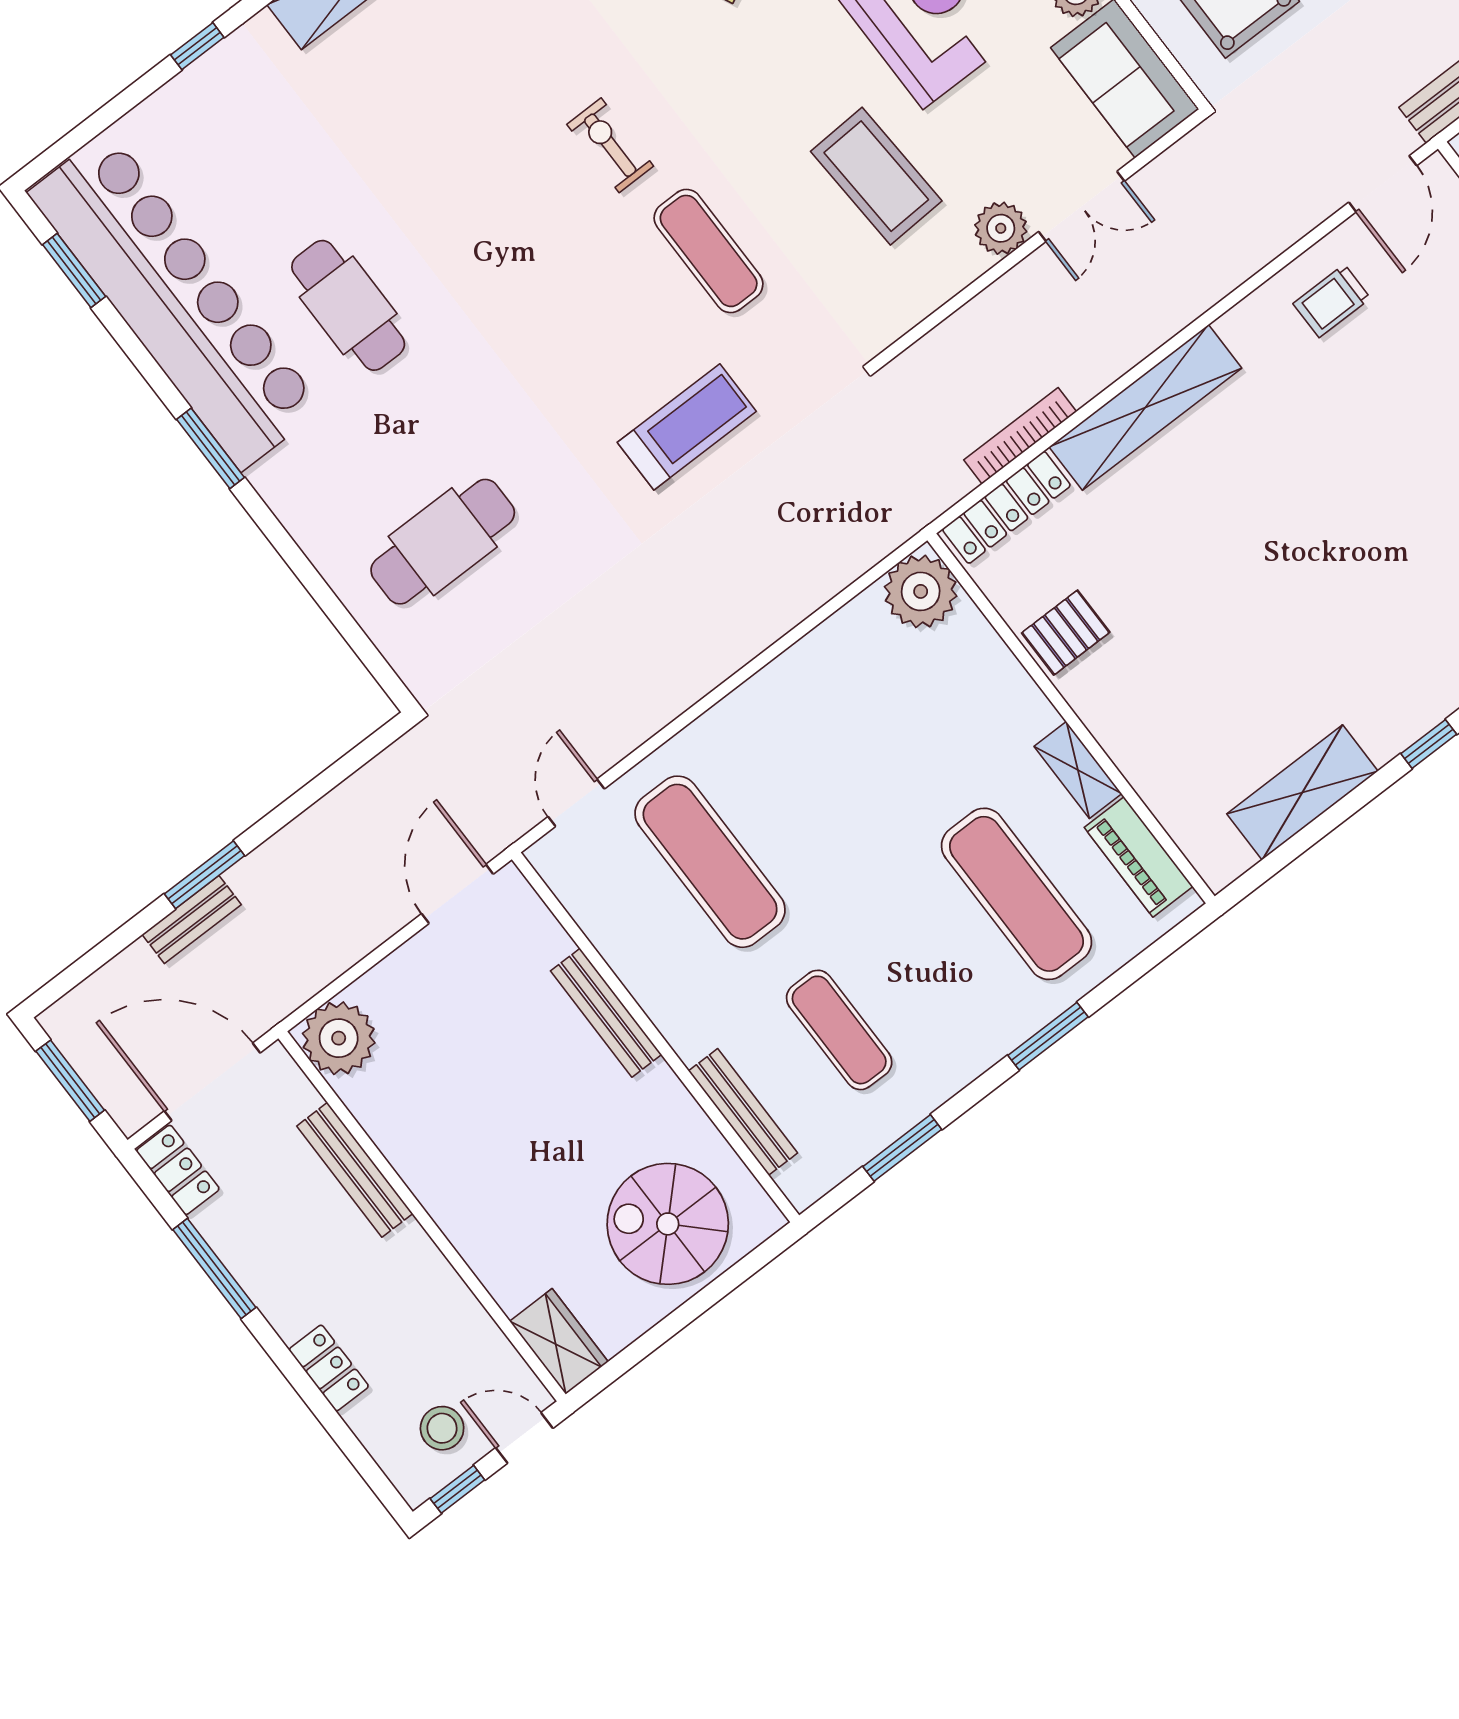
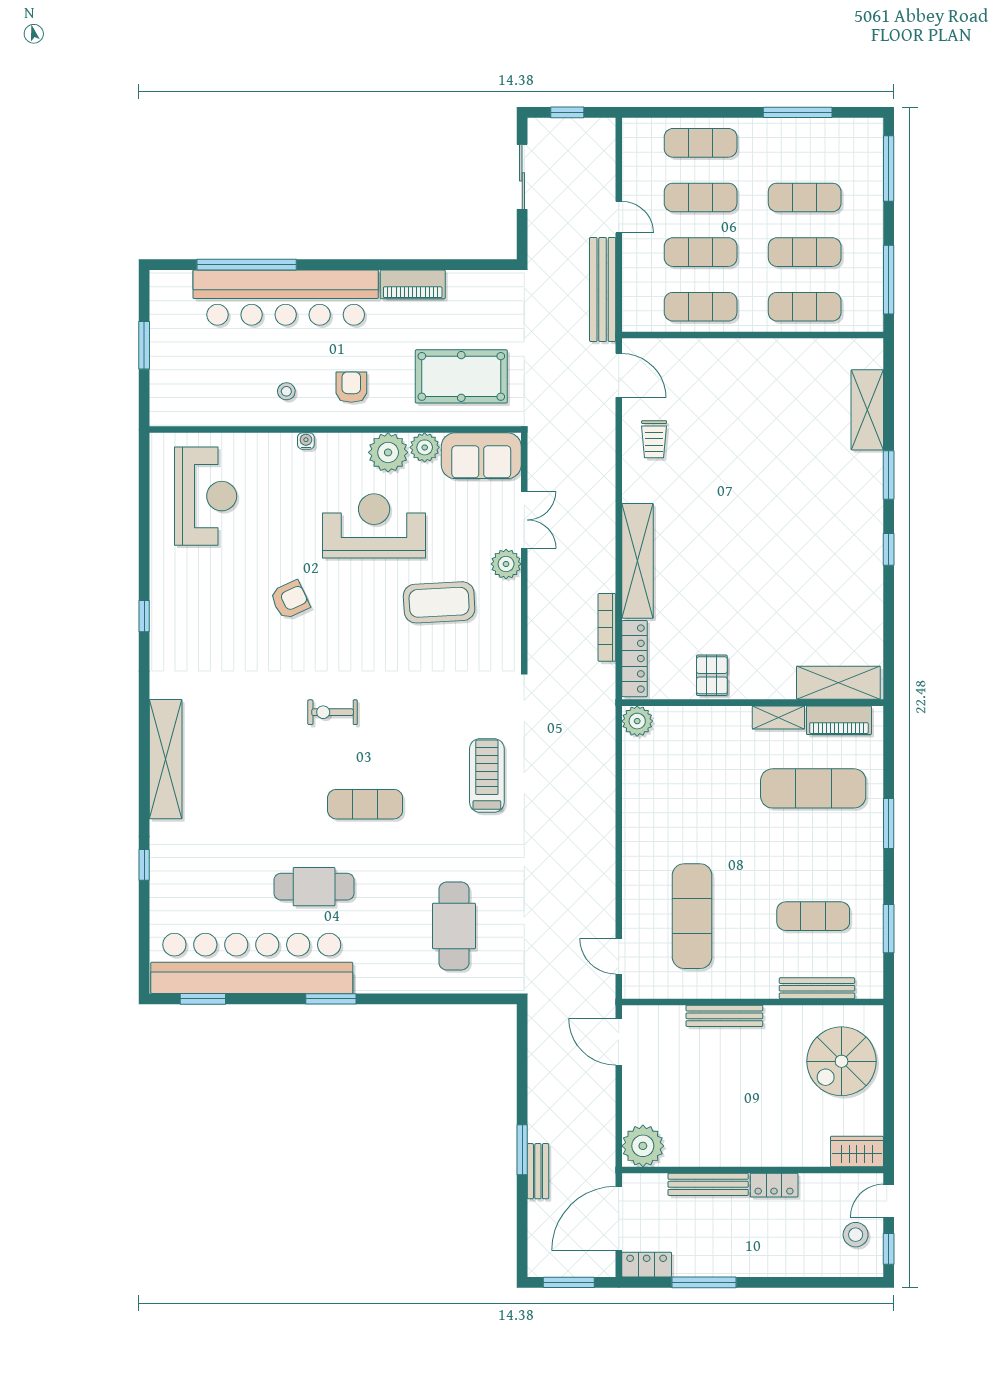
exercise mat: (709, 251) -> (365, 804), moved
plant: (921, 591) -> (637, 721), width x0.73, depth x0.73
shelving: (1302, 792) -> (838, 683), moved, turned 90
exercise mat: (710, 862) -> (692, 916), turned 90
locker: (329, 1368) -> (774, 1185), moved, turned 180

